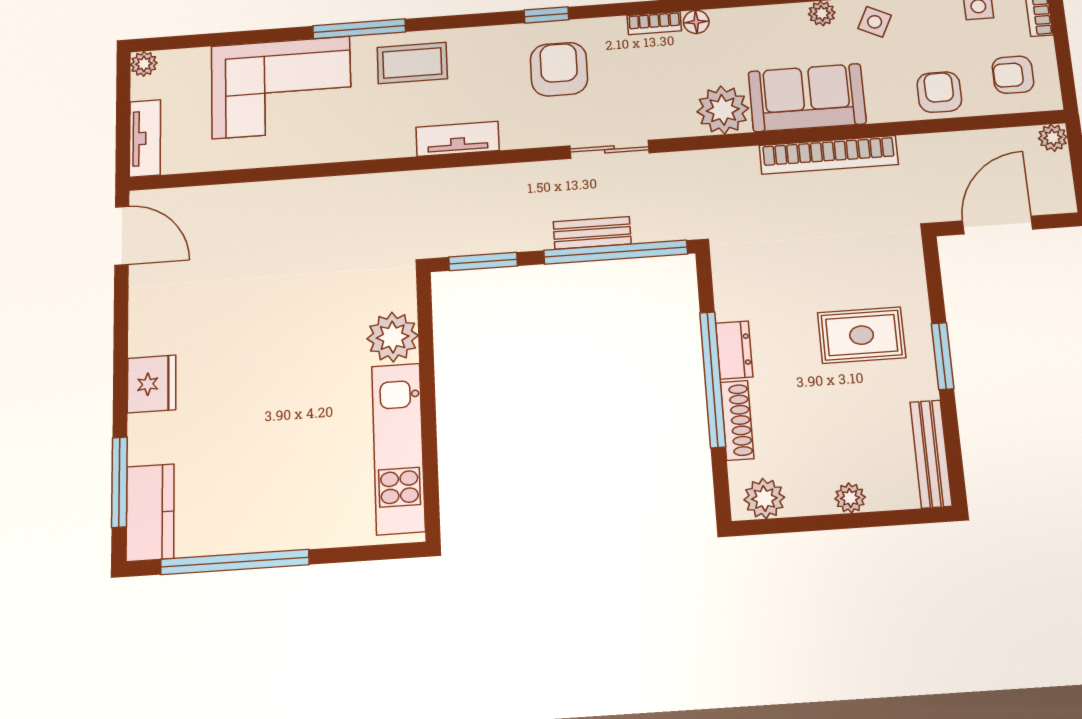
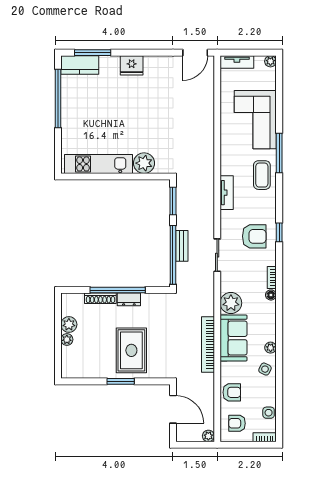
armchair: (1013, 75) -> (237, 423), turned -90
rug: (862, 335) -> (131, 350), width x1.36, depth x1.43
bench: (931, 454) -> (82, 373), removed
plant: (764, 499) -> (69, 324), moved

